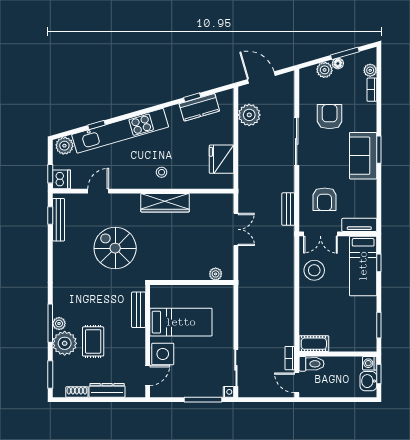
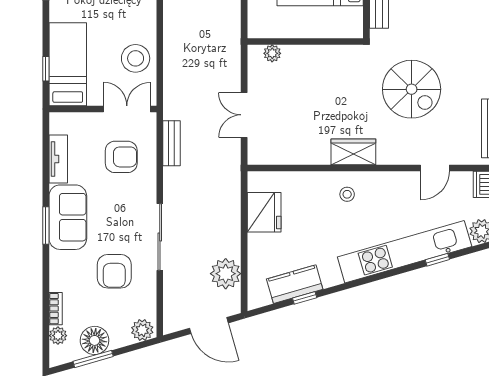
floor lamp: (338, 63) -> (94, 340), width x1.89, depth x1.89
plant: (325, 70) -> (142, 330), moved
armchair: (325, 199) -> (121, 157), turned 90
wardrobe: (165, 203) -> (353, 152), width x0.67
tv unit: (359, 225) -> (58, 159), moved, turned -90

